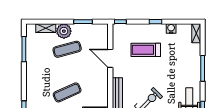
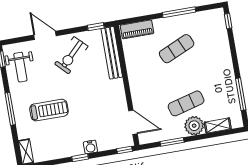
water cooler: (171, 28) -> (90, 147), moved
treadmill: (146, 50) -> (49, 110), moved
door: (110, 58) -> (133, 122), moved

